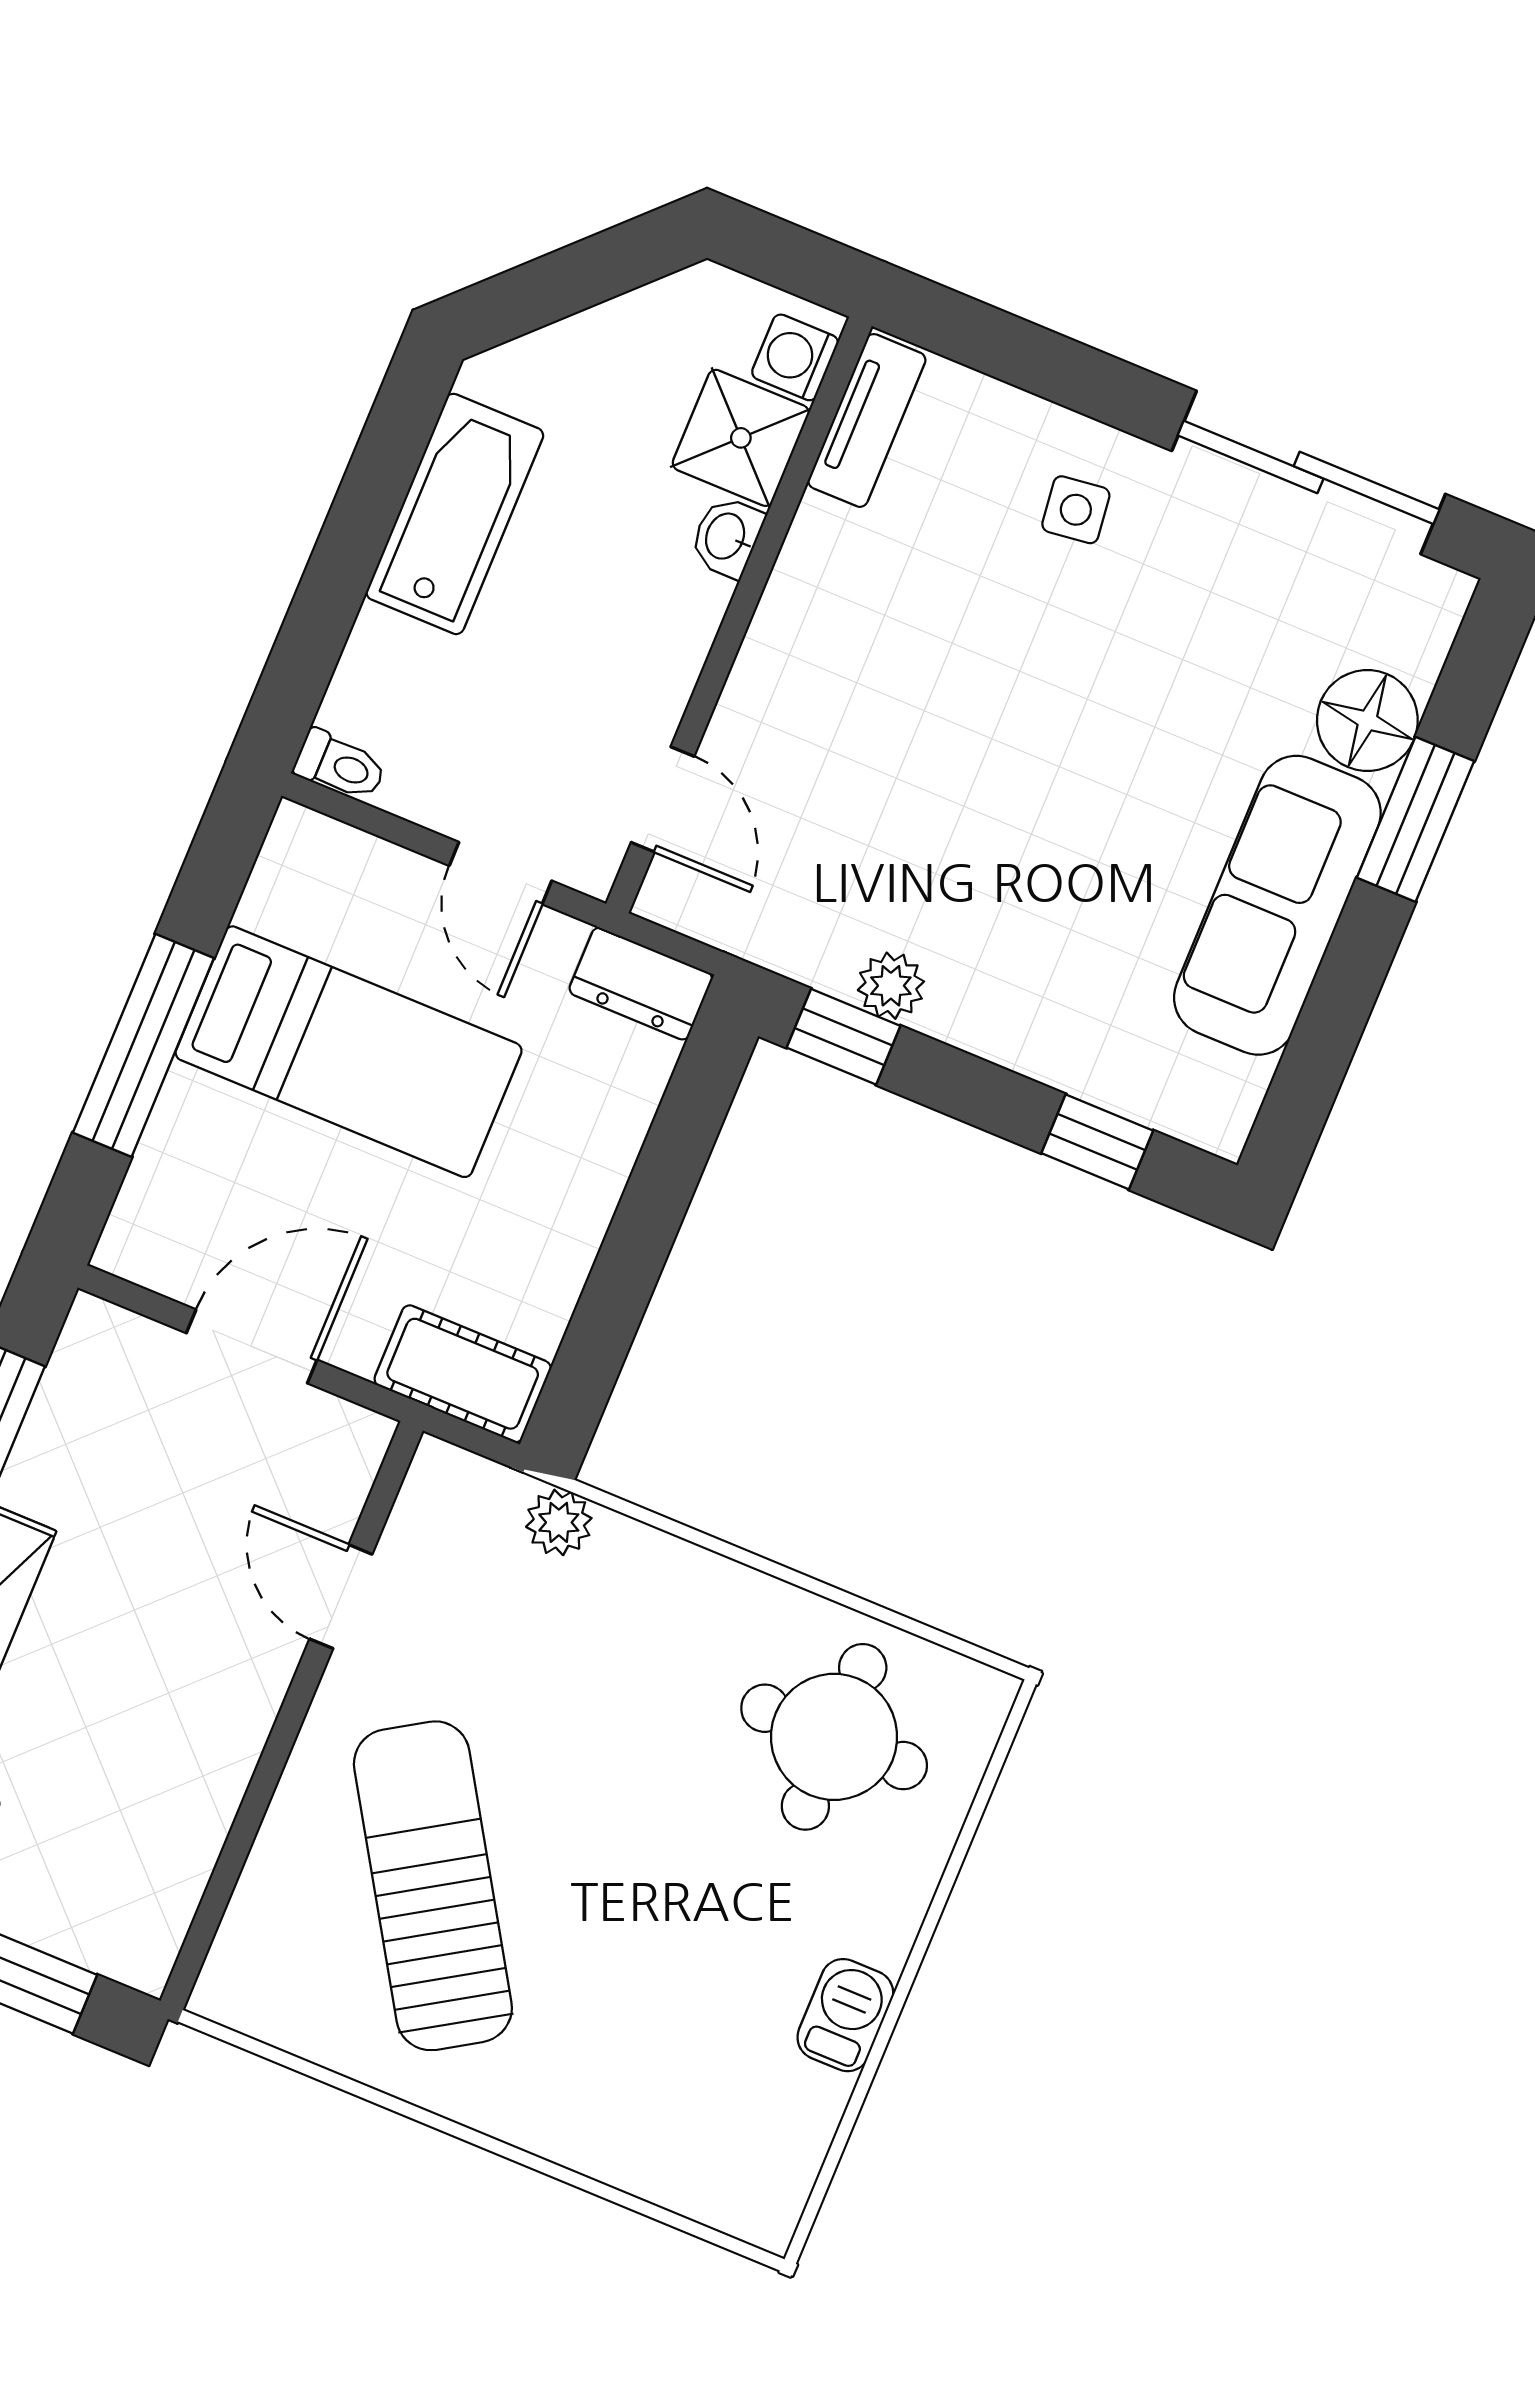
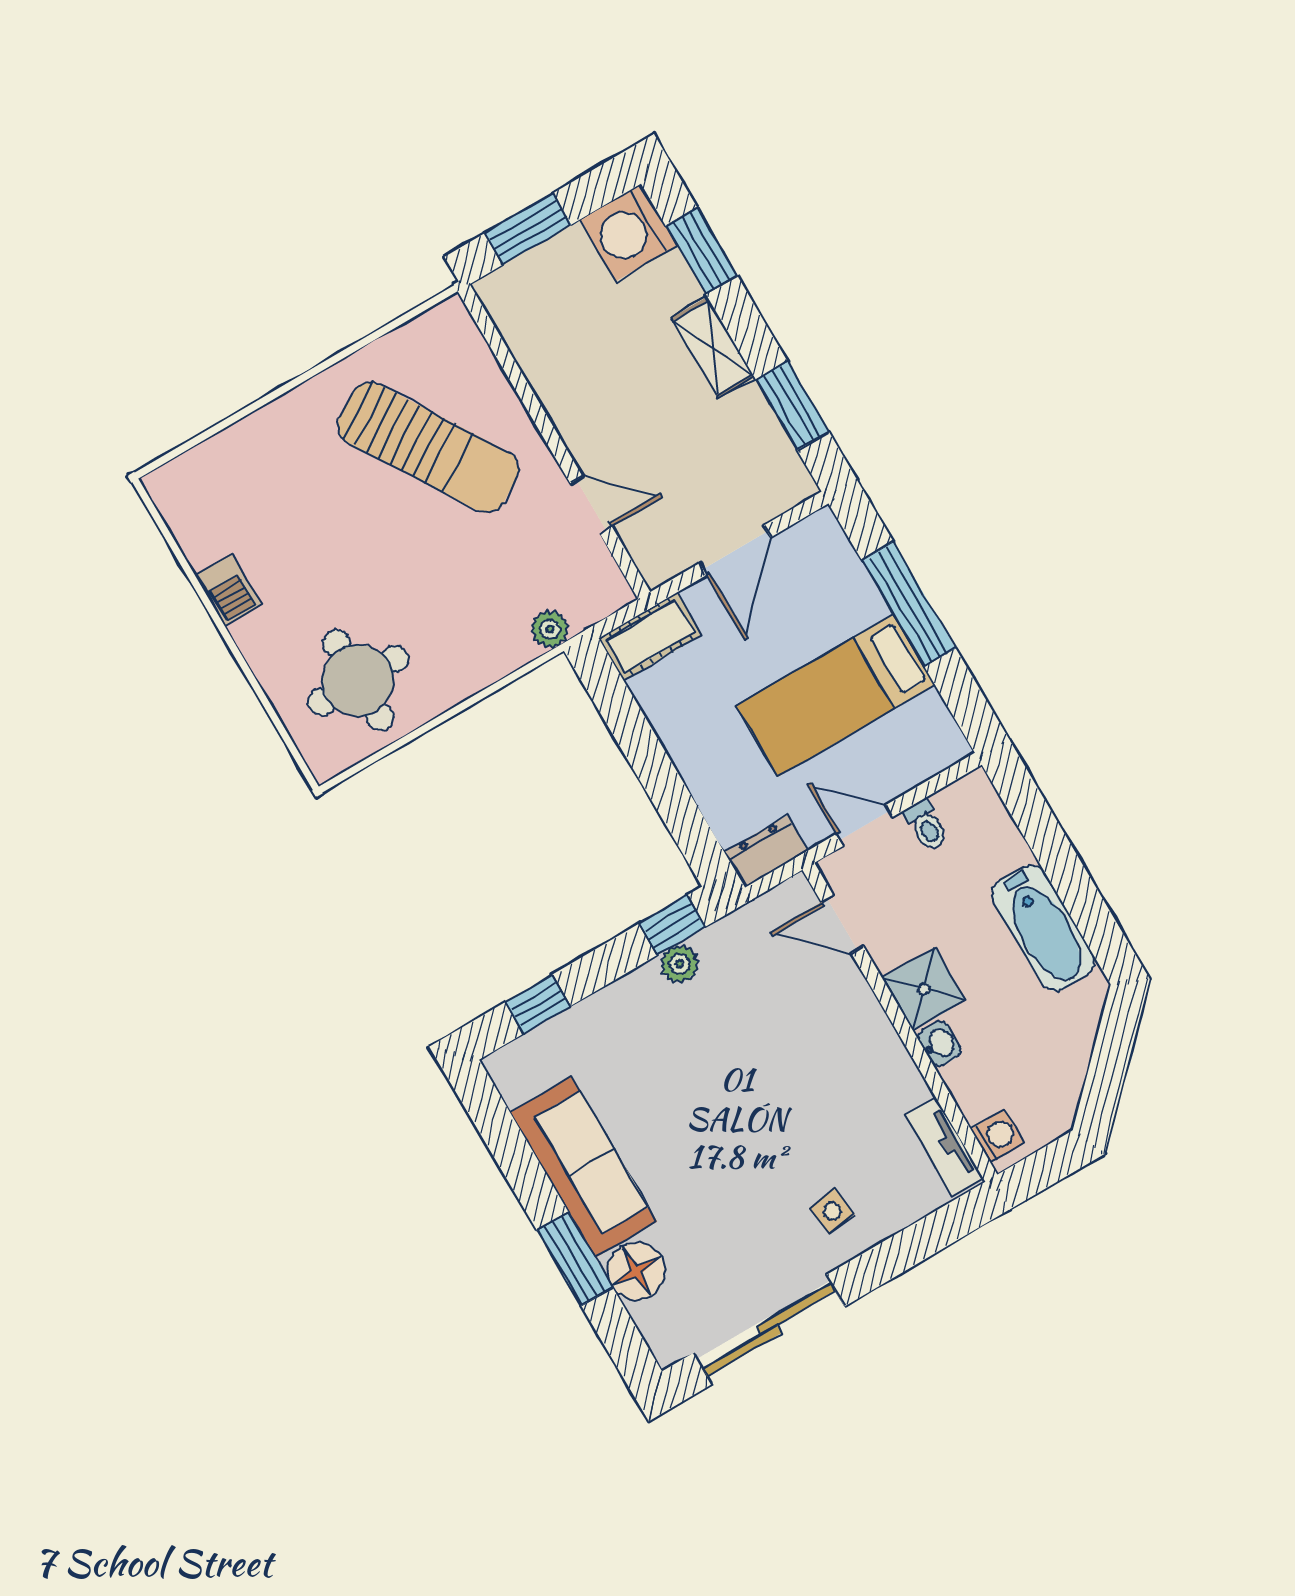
shower: (741, 438) -> (924, 989), moved
toilet: (340, 765) -> (926, 825), moved, turned -90

